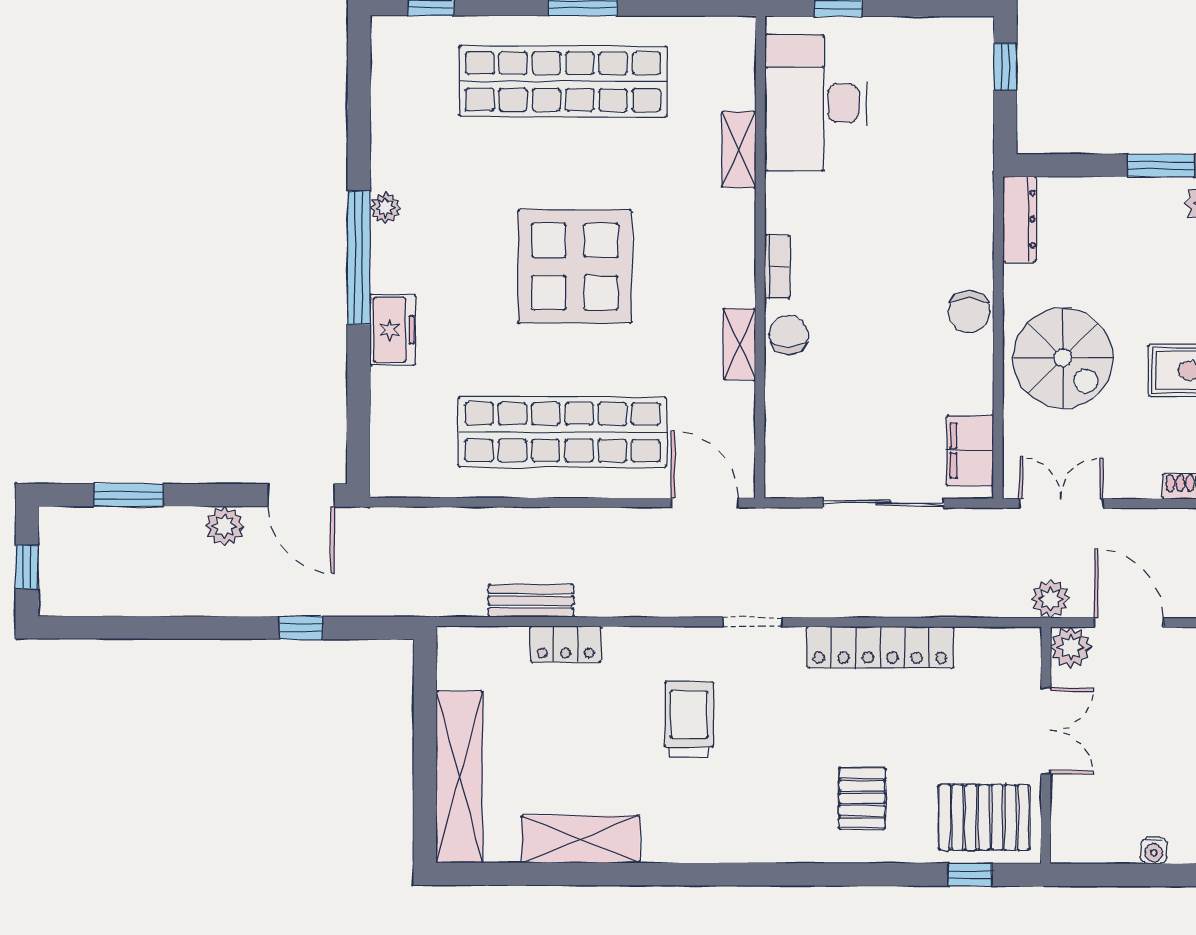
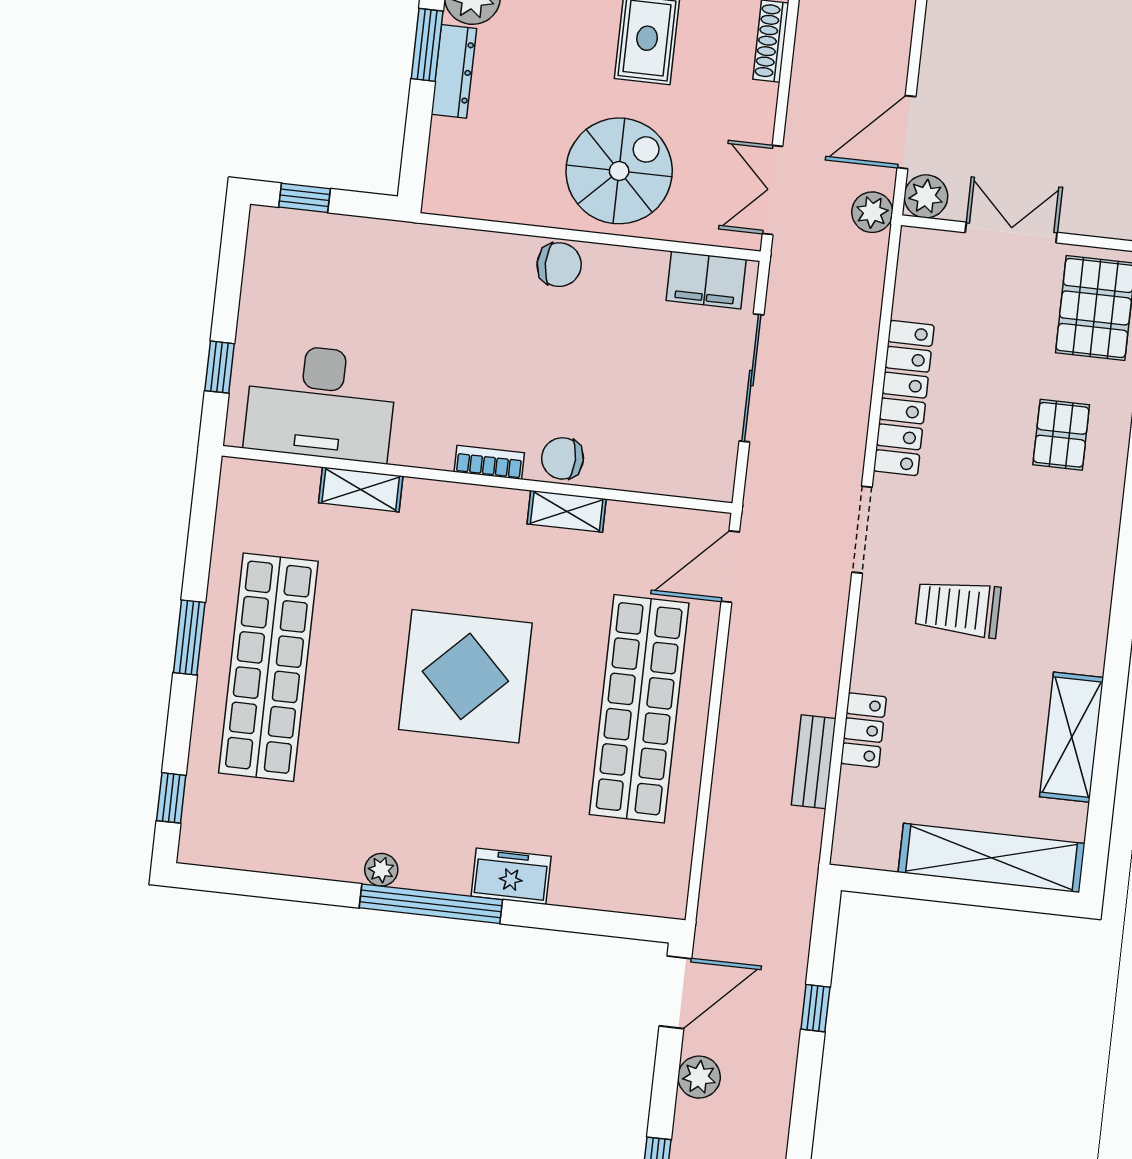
dresser: (1019, 219) -> (454, 71), moved, turned 90
doorway: (753, 622) -> (862, 530), width x1.38
pallet: (862, 798) -> (1061, 435), turned 90

